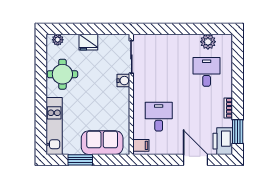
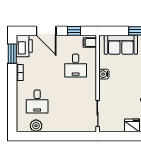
water cooler: (123, 81) -> (104, 74), moved
window: (161, 160) -> (74, 31), added

